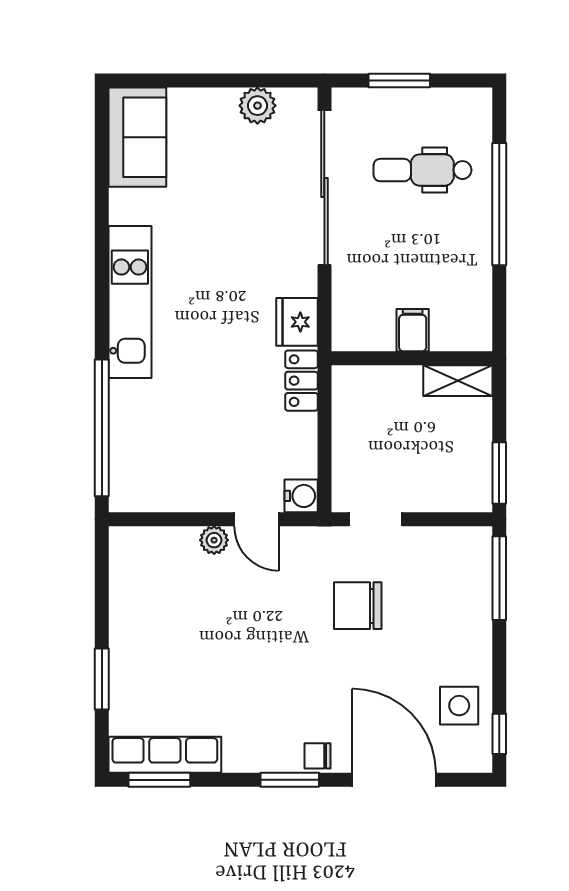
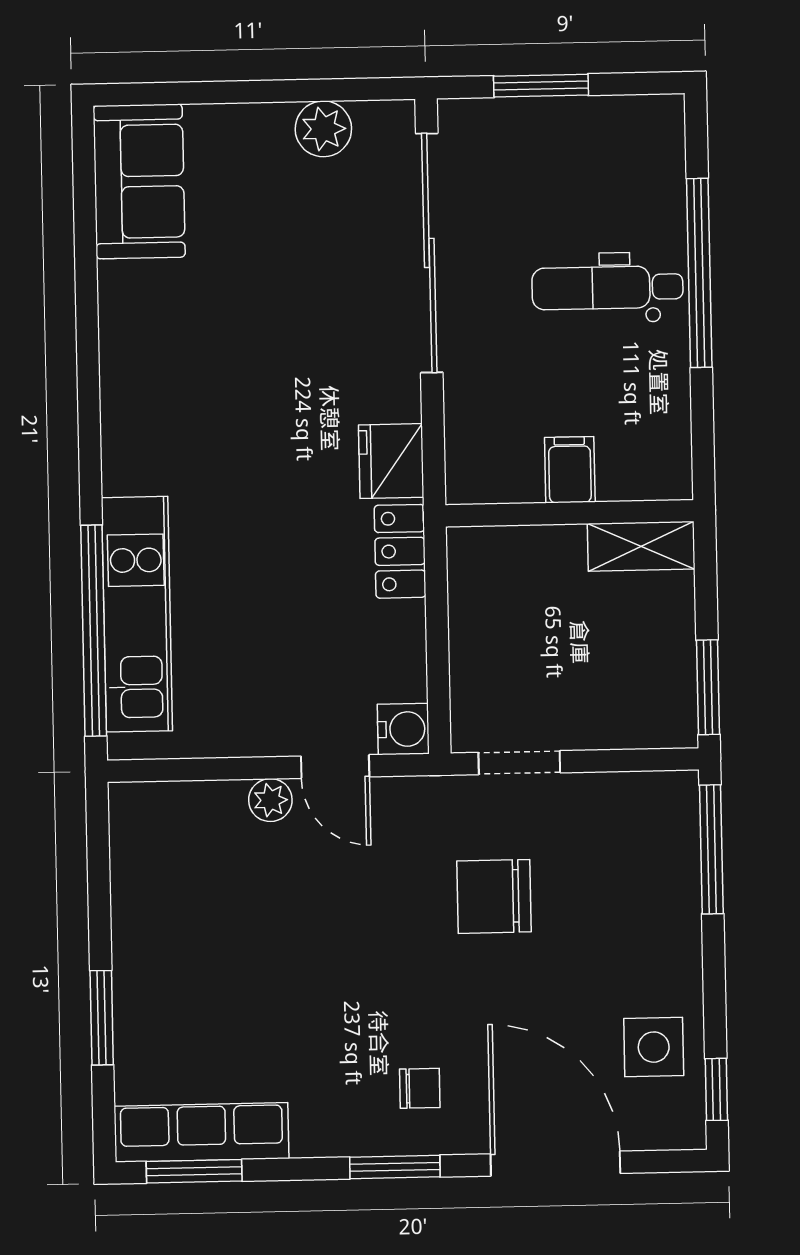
dental chair: (422, 170) -> (607, 288), moved
kitchen unit: (130, 302) -> (137, 614), moved
chair: (317, 756) -> (420, 1088), moved, turned 180

